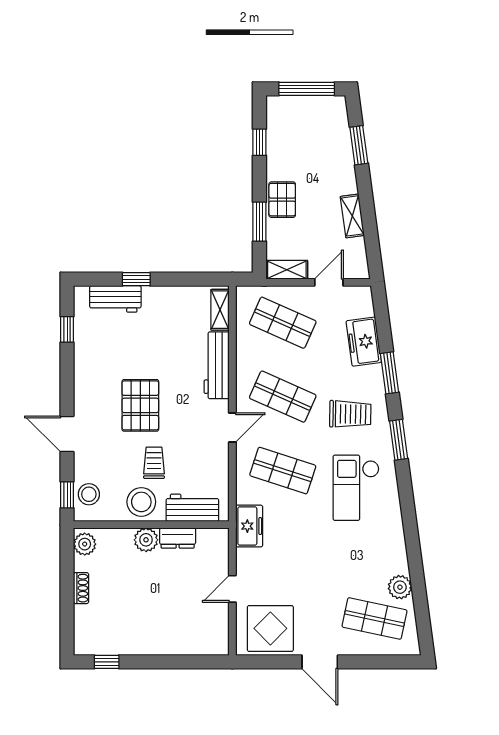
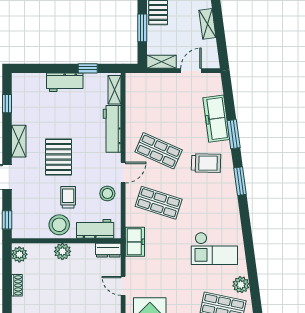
window: (136, 279) -> (88, 68), moved
workbench: (115, 299) -> (65, 82), moved
shop shelf: (283, 323) -> (159, 99), removed
freezer: (364, 342) -> (216, 119), width x1.40
shelving: (84, 383) -> (19, 141), added
checkout: (356, 488) -> (214, 248), moved, turned -90
stool: (89, 494) -> (107, 193), moved
dresser: (178, 538) -> (108, 250), moved
door: (232, 589) -> (123, 286), hinge flipped

